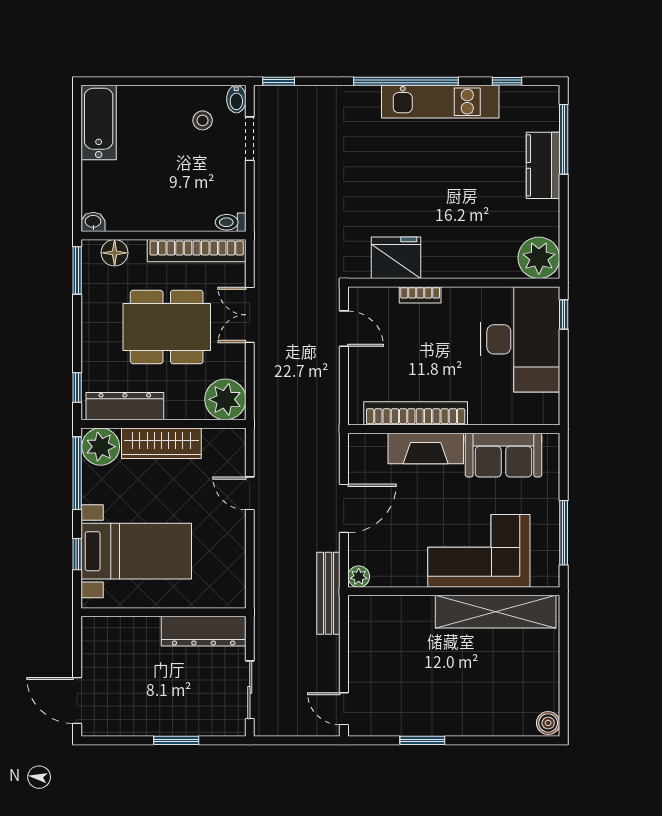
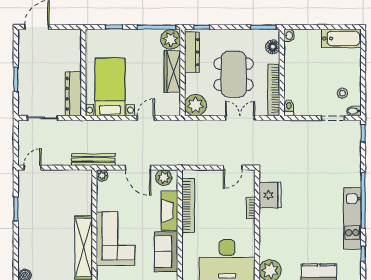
plant: (363, 460) -> (164, 178), added
bed with nightstands: (136, 551) -> (110, 87), moved, turned 180

